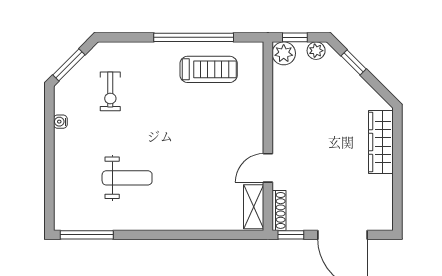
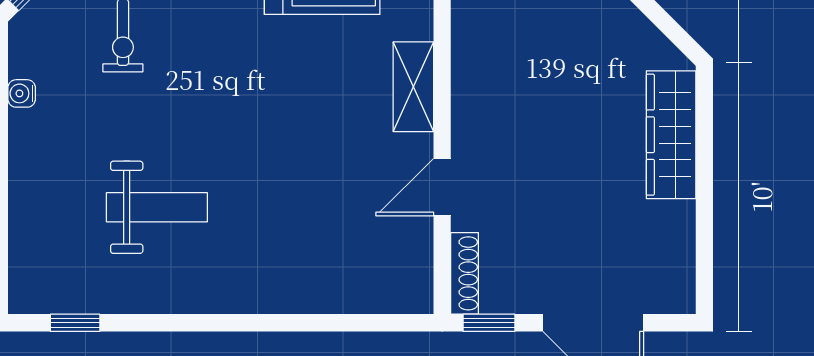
shelving: (254, 207) -> (413, 87), moved
window: (87, 235) -> (75, 323), width x0.46

